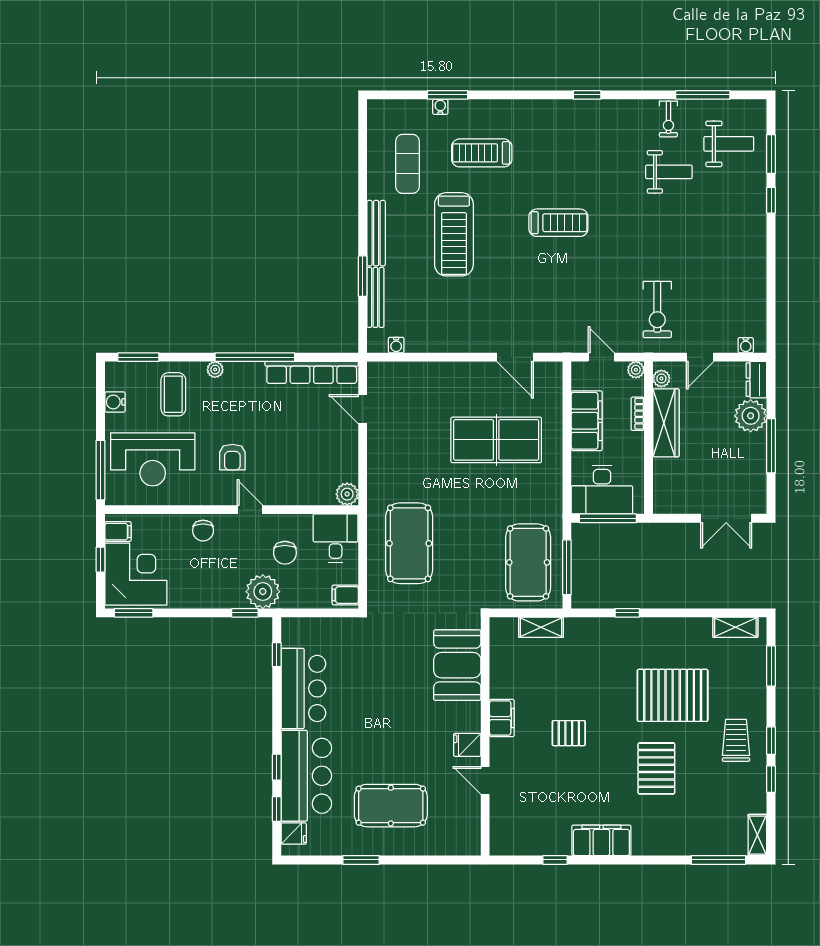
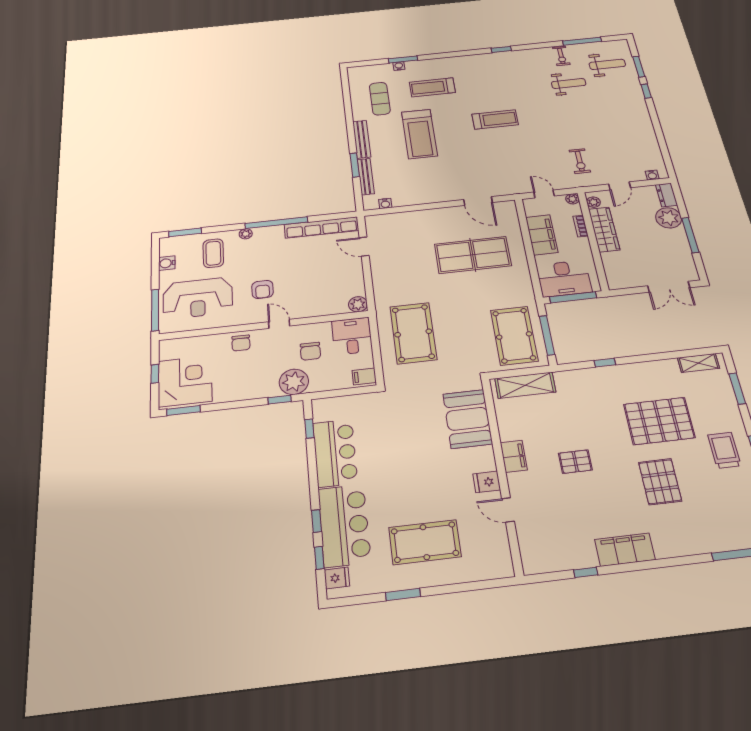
exercise bike: (657, 310) -> (580, 161), width x0.73, depth x0.72
filing cabinet: (118, 532) -> (170, 352), removed
shelving: (541, 627) -> (525, 385), width x1.50, depth x1.33

